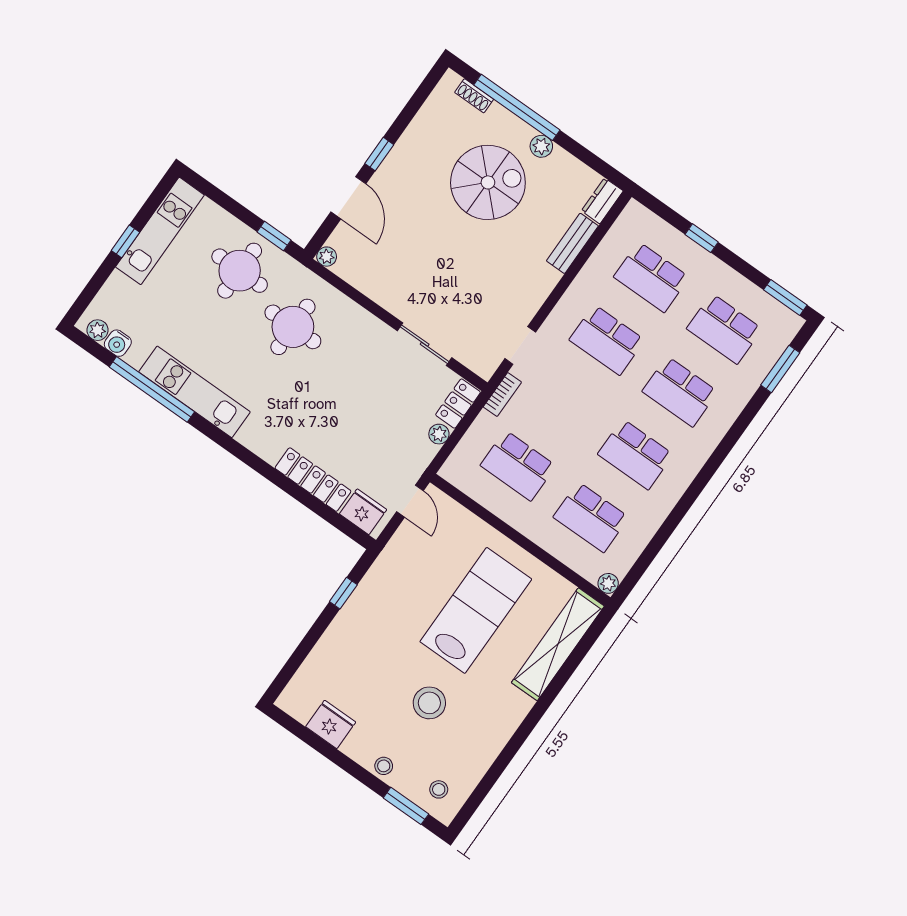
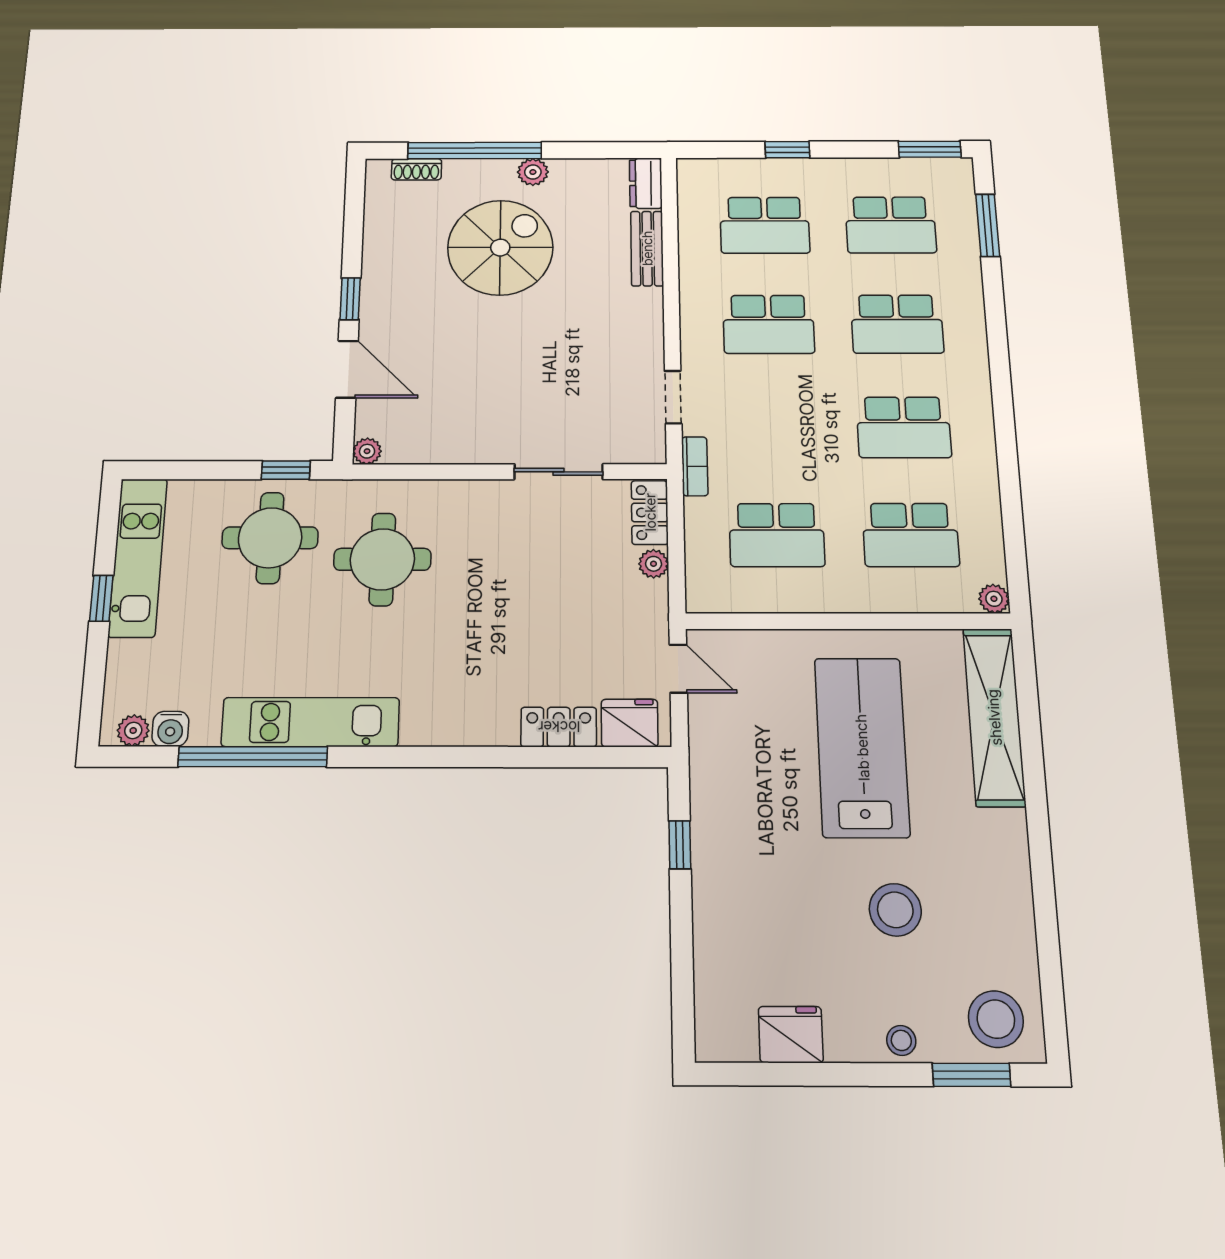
locker: (313, 480) -> (559, 727), width x0.66
stool: (439, 789) -> (996, 1019), width x1.89, depth x1.89

